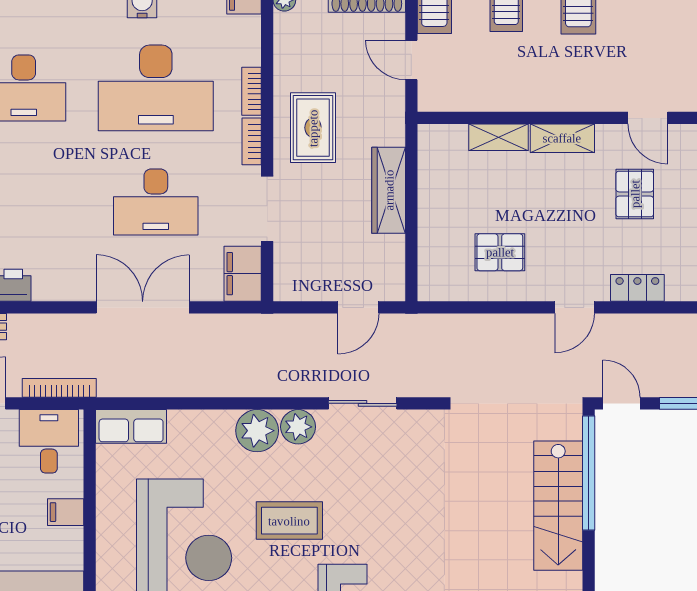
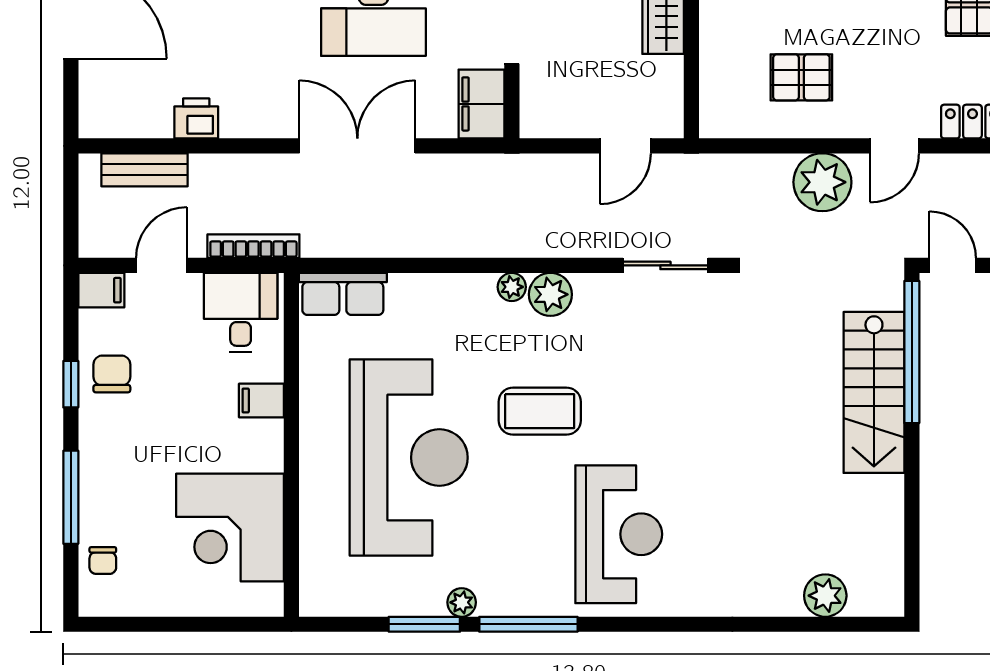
plant: (517, 337) -> (822, 182), added
sliding door: (363, 403) -> (665, 265), moved
plant: (257, 431) -> (512, 287), width x0.53, depth x0.53

